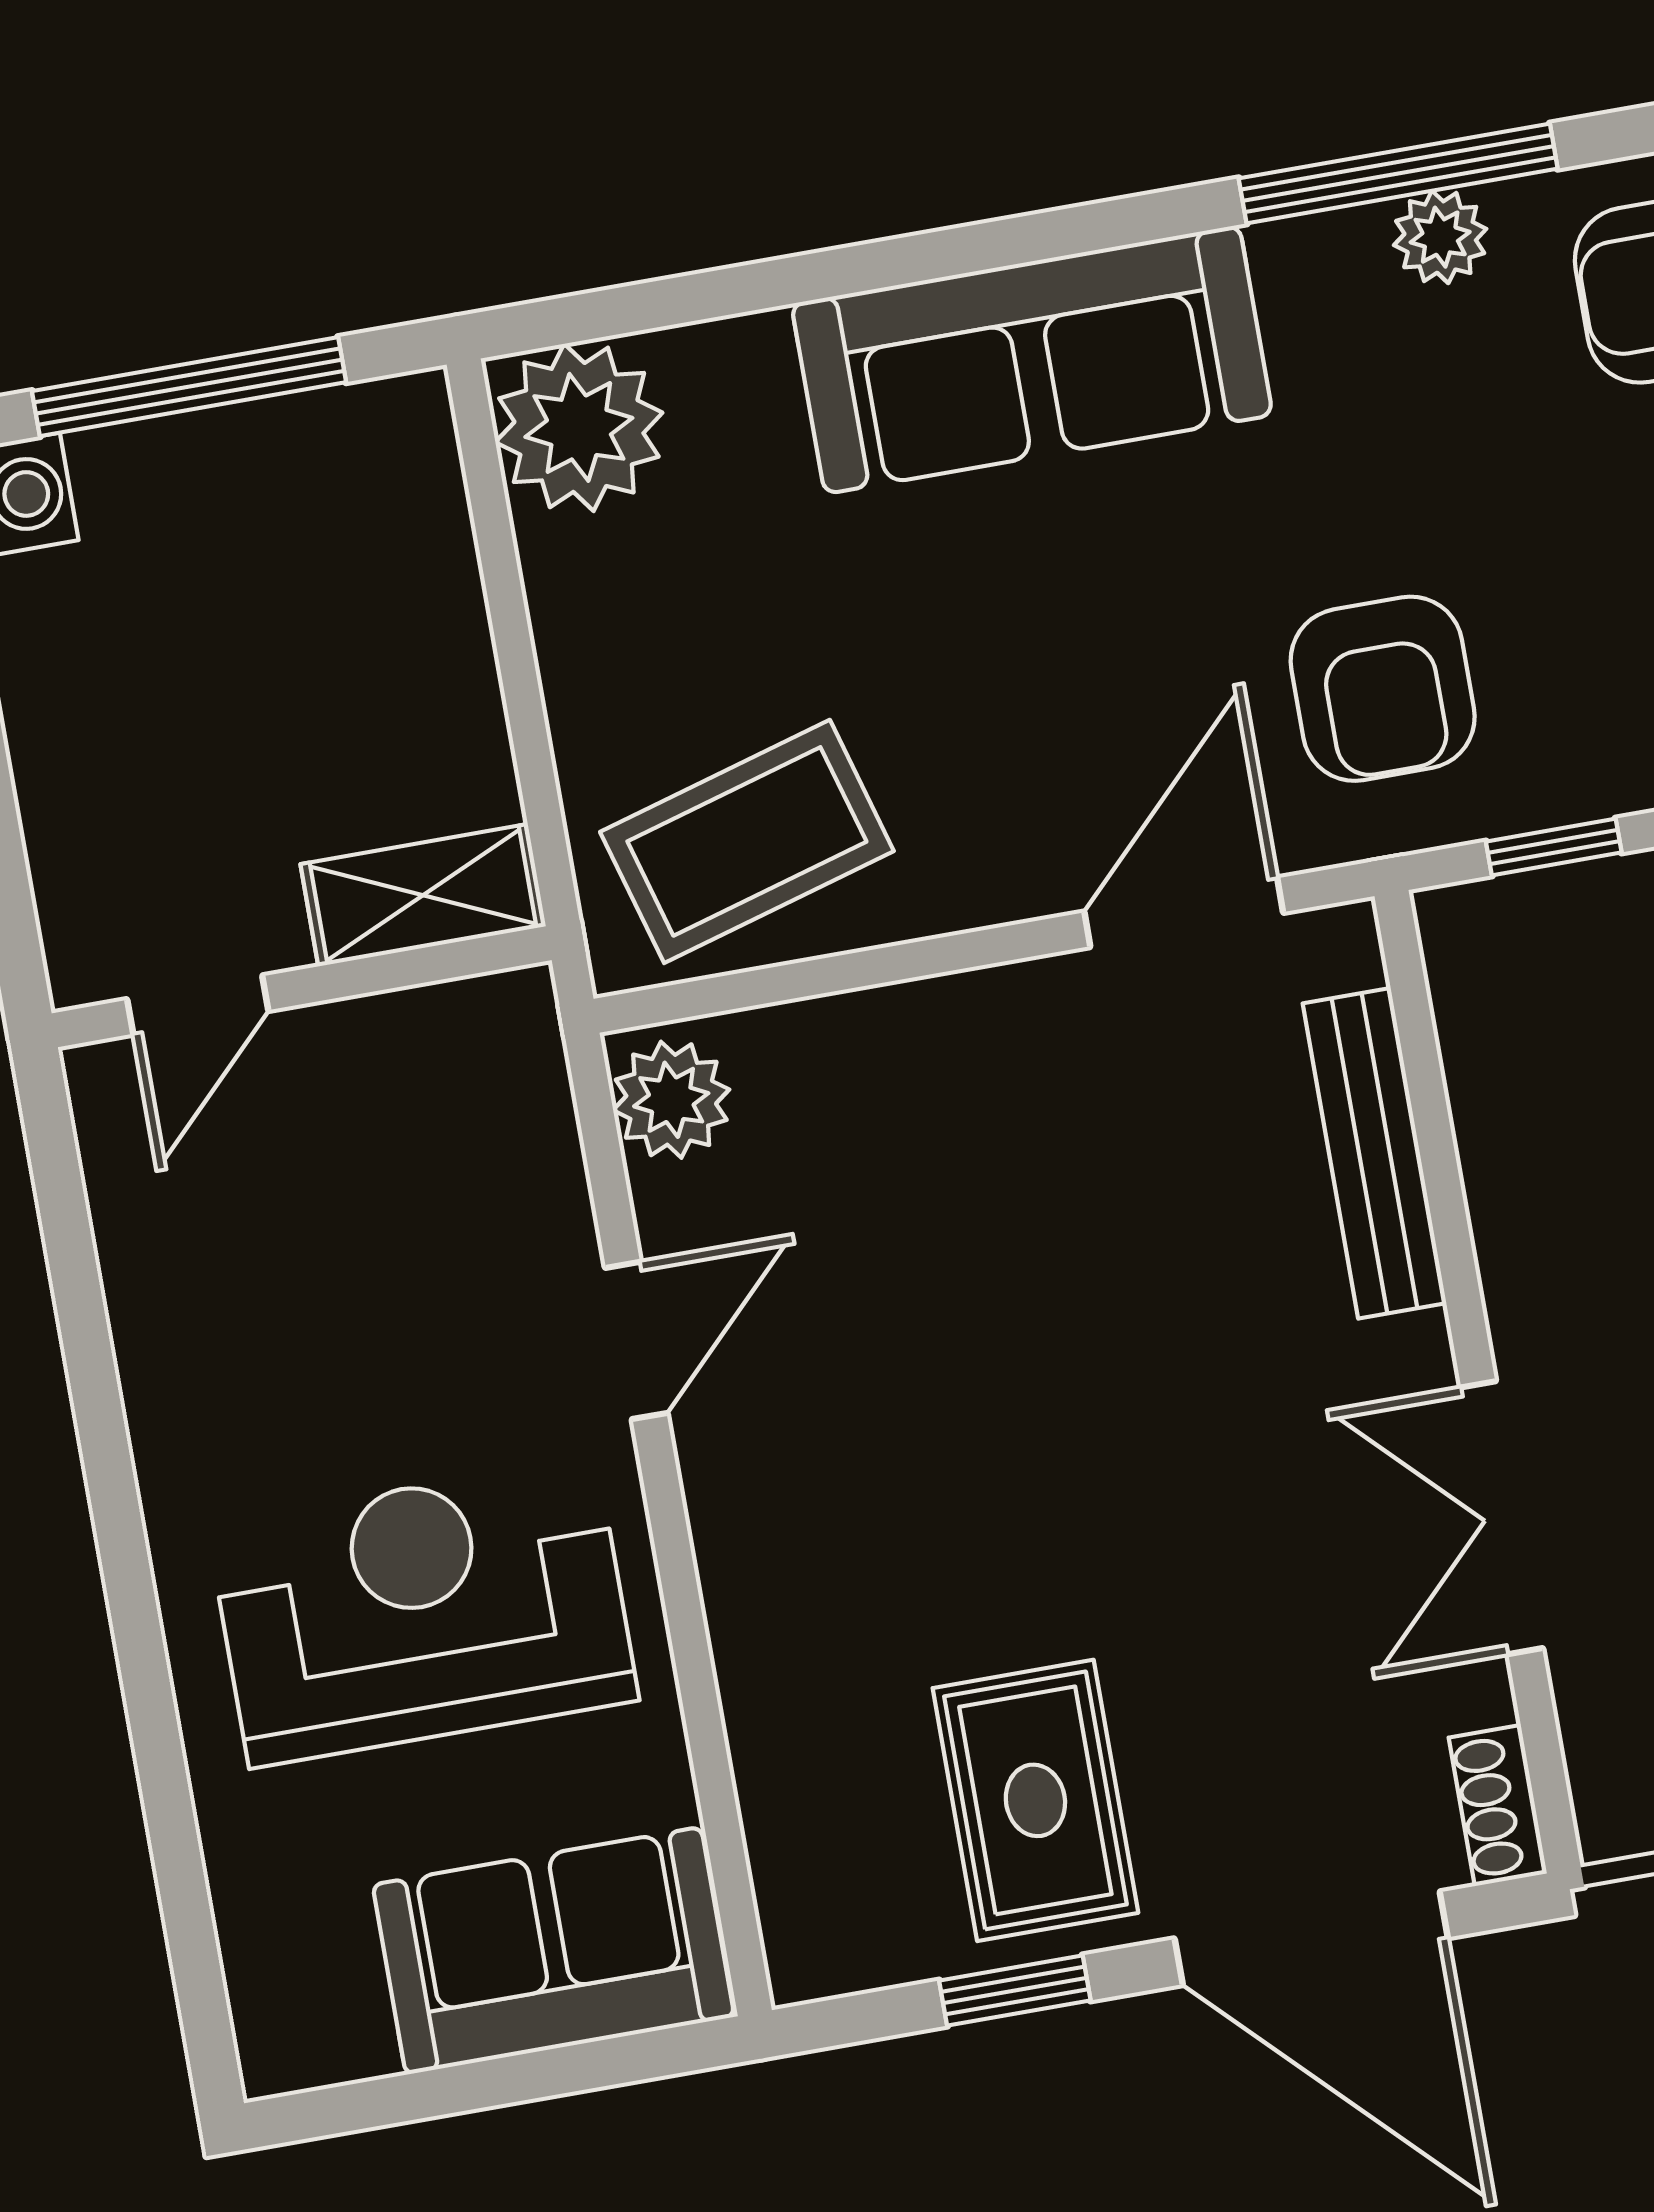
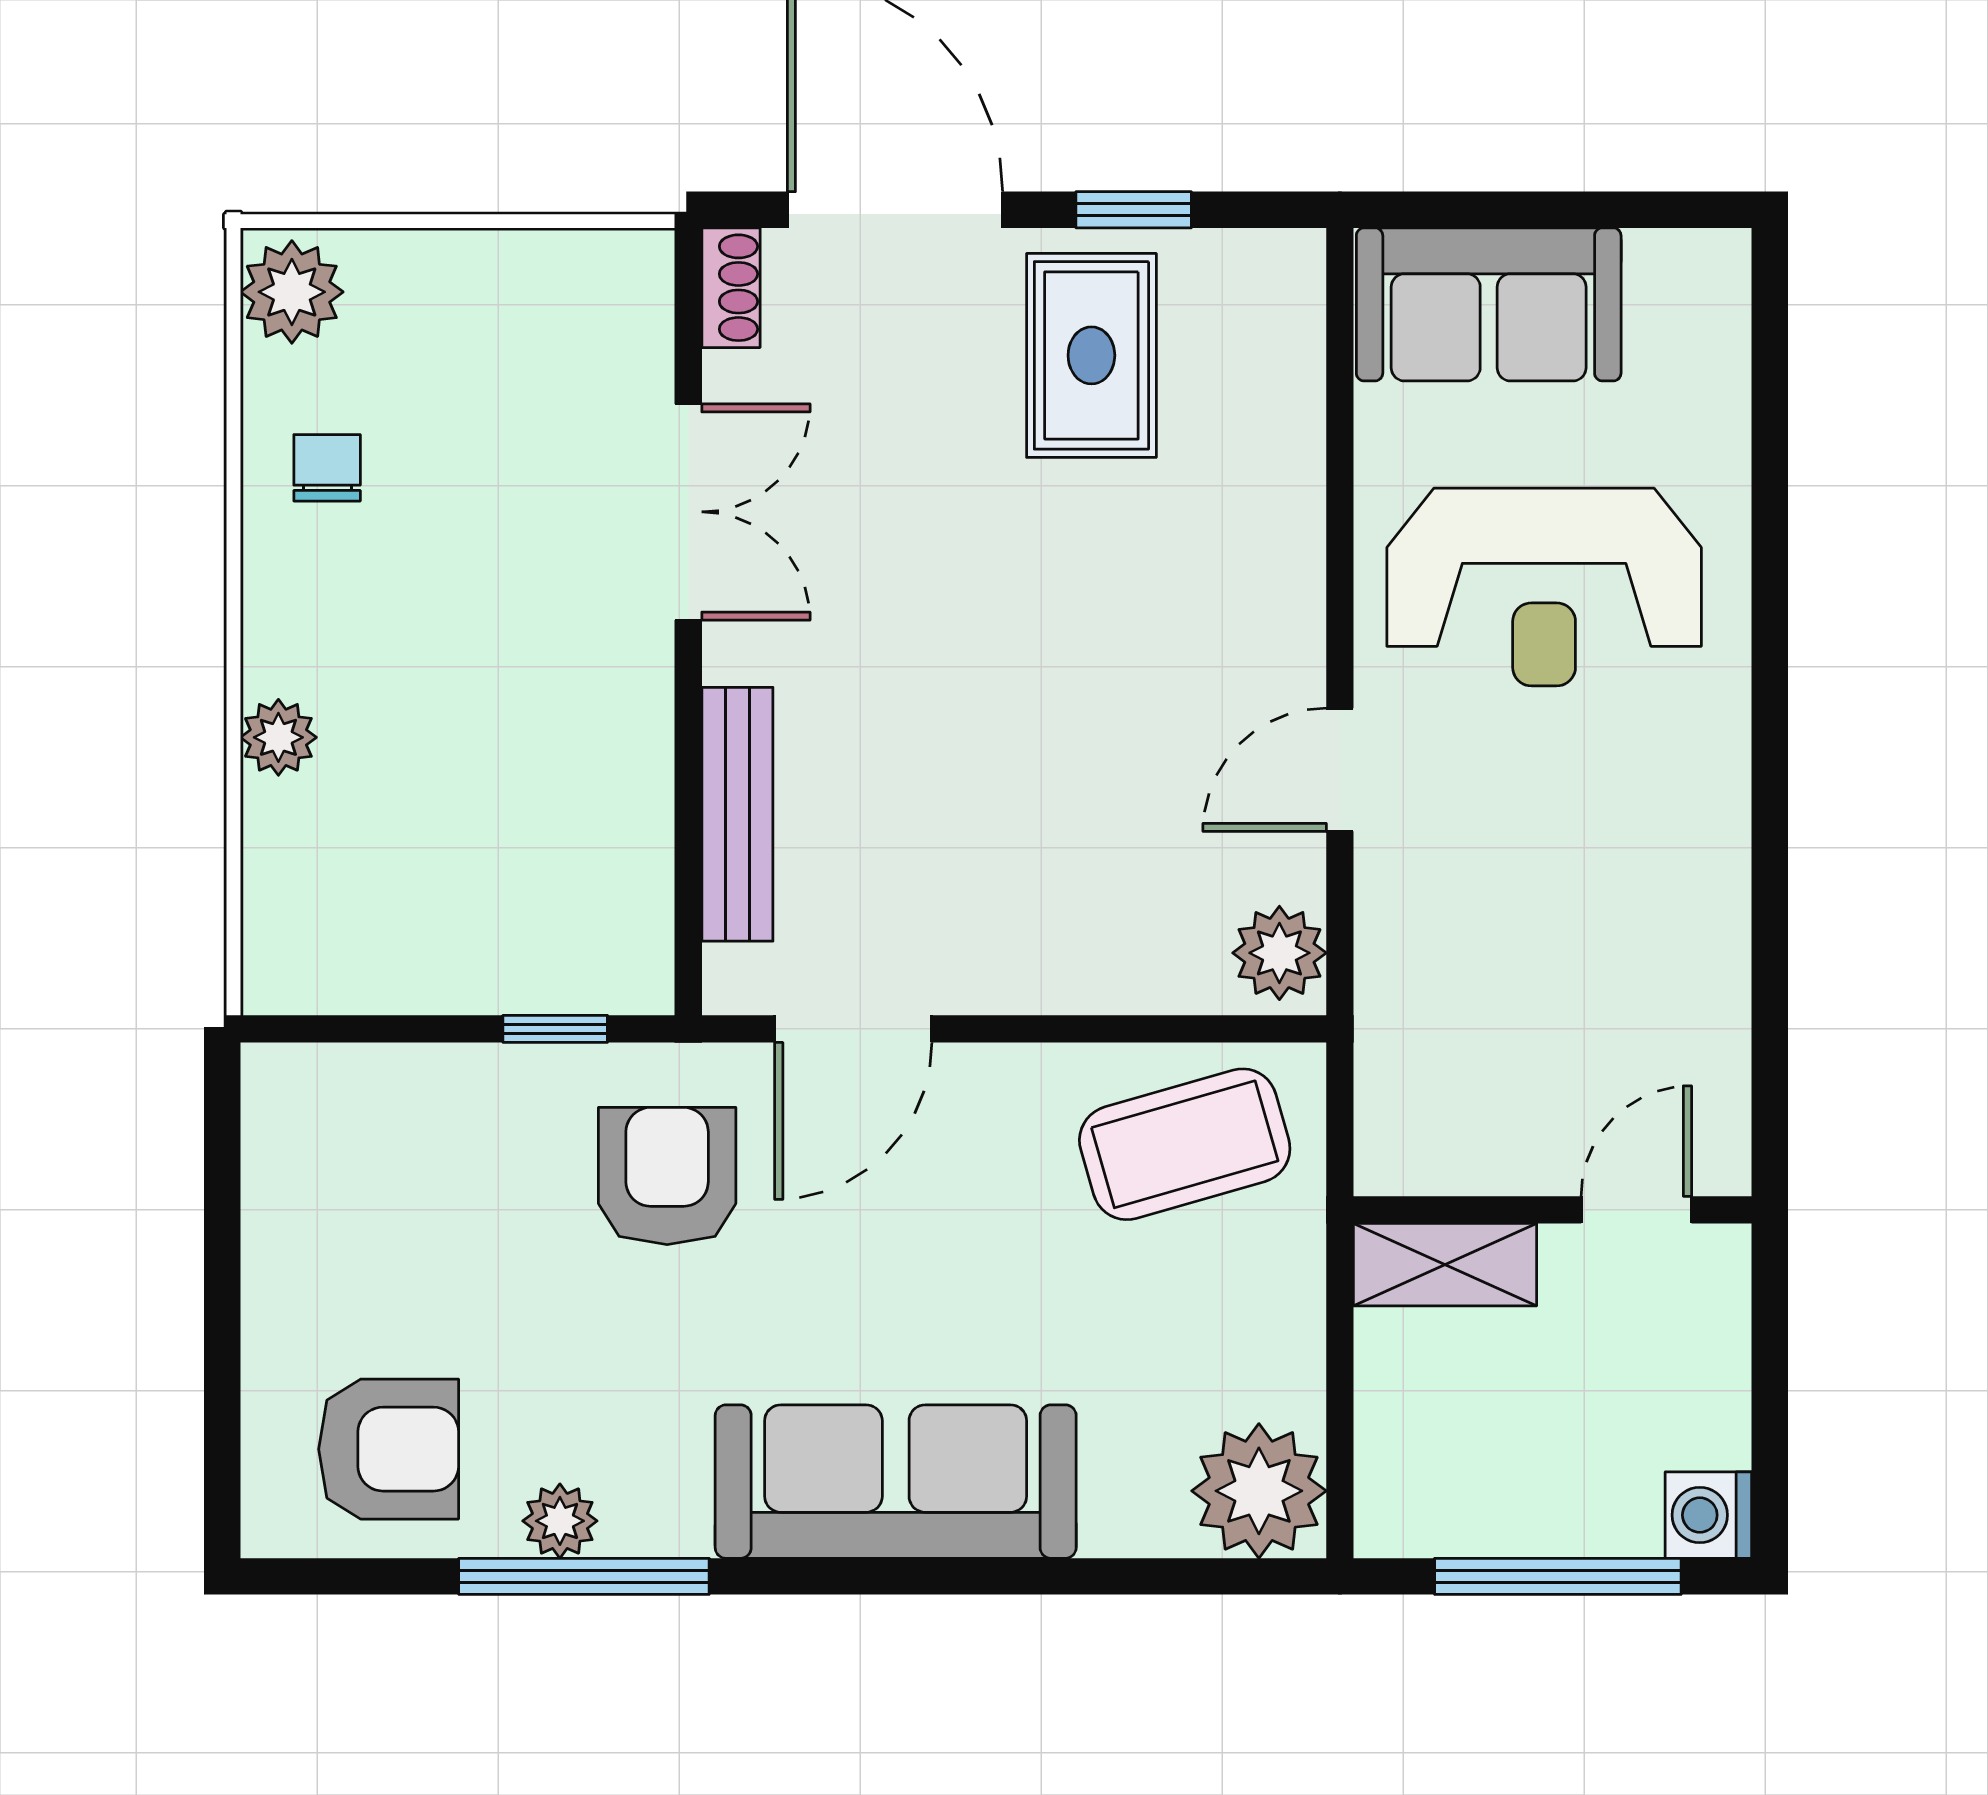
shelving: (423, 895) -> (1445, 1265), moved
wall: (302, 987) -> (1553, 1210), moved
door: (198, 1005) -> (1636, 1210), moved

